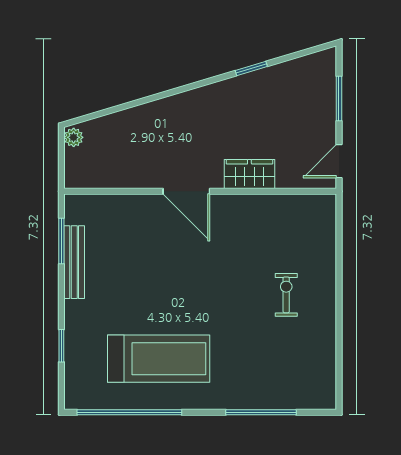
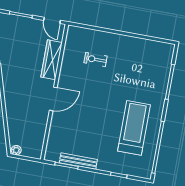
wardrobe: (249, 174) -> (52, 60), width x1.50
exercise bike: (286, 295) -> (96, 59), moved

